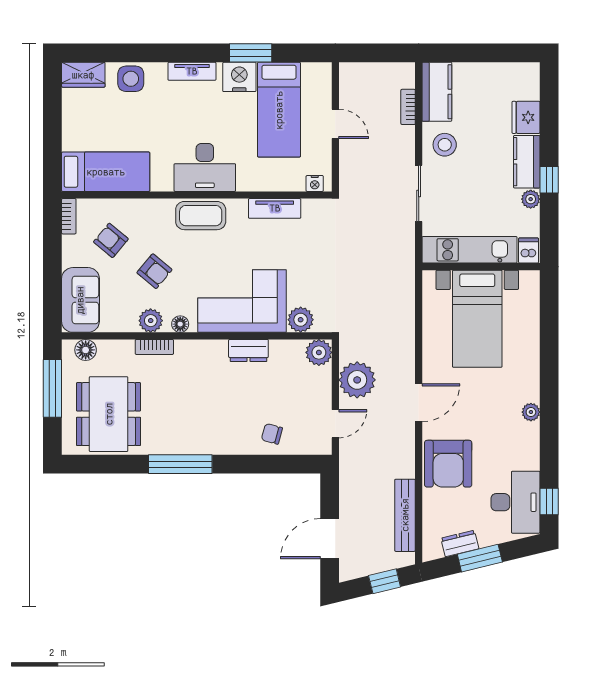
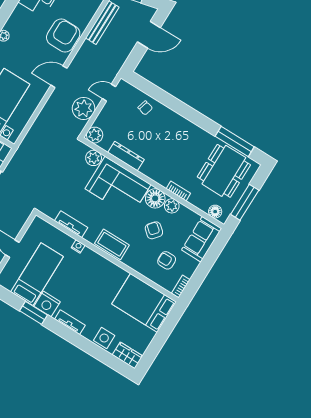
desk: (205, 167) -> (94, 268), removed
bed: (106, 172) -> (144, 303), width x1.50
nightstand: (315, 183) -> (78, 246), moved
armchair: (111, 240) -> (167, 260), turned 140
floor lamp: (180, 324) -> (155, 198), width x1.89, depth x1.89
dresser: (248, 350) -> (126, 156), width x1.44
window: (180, 464) -> (235, 142), moved

